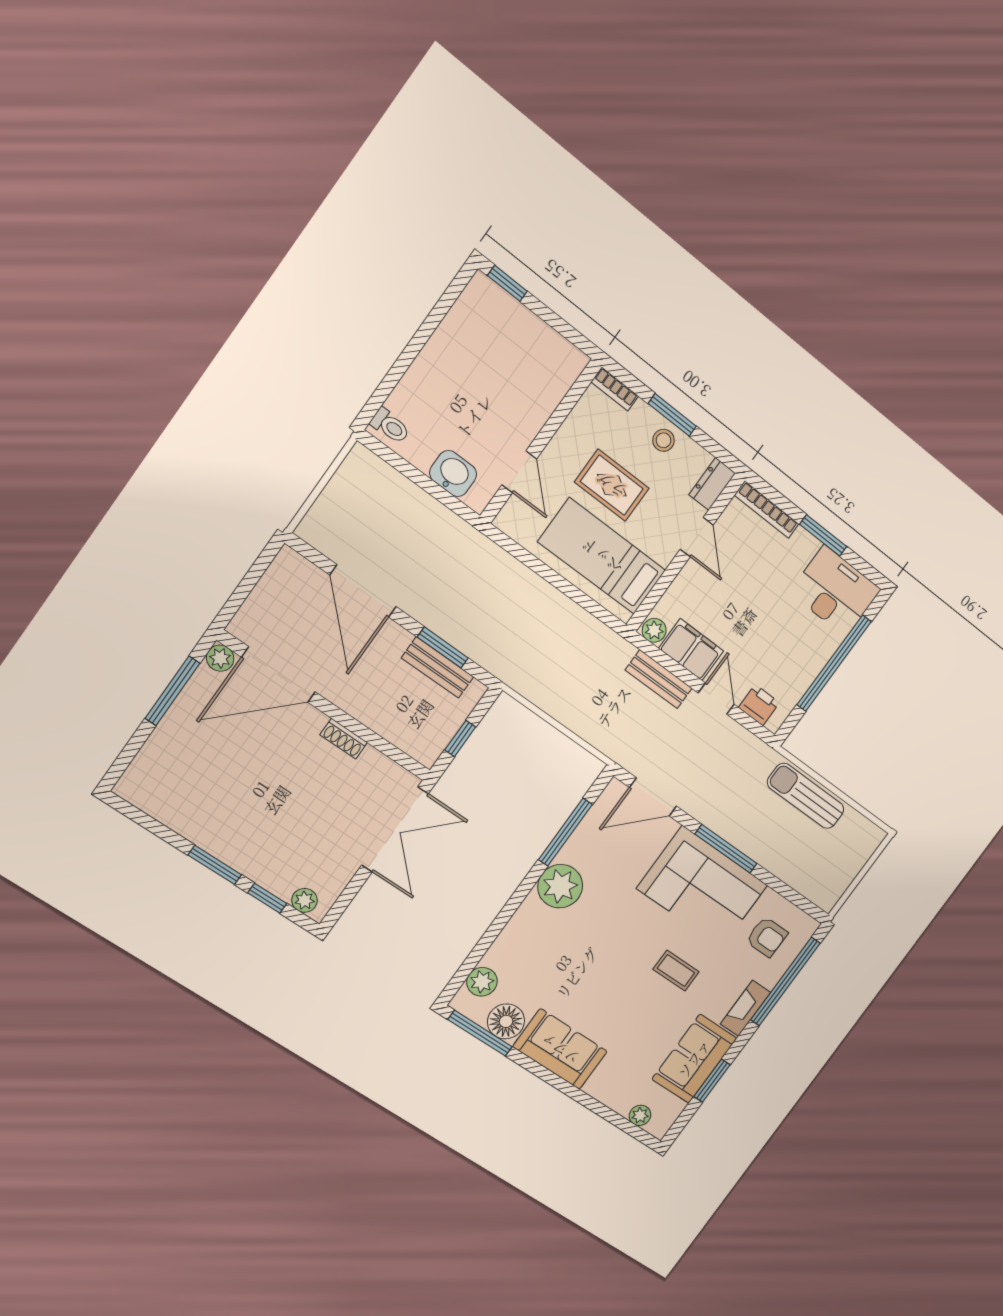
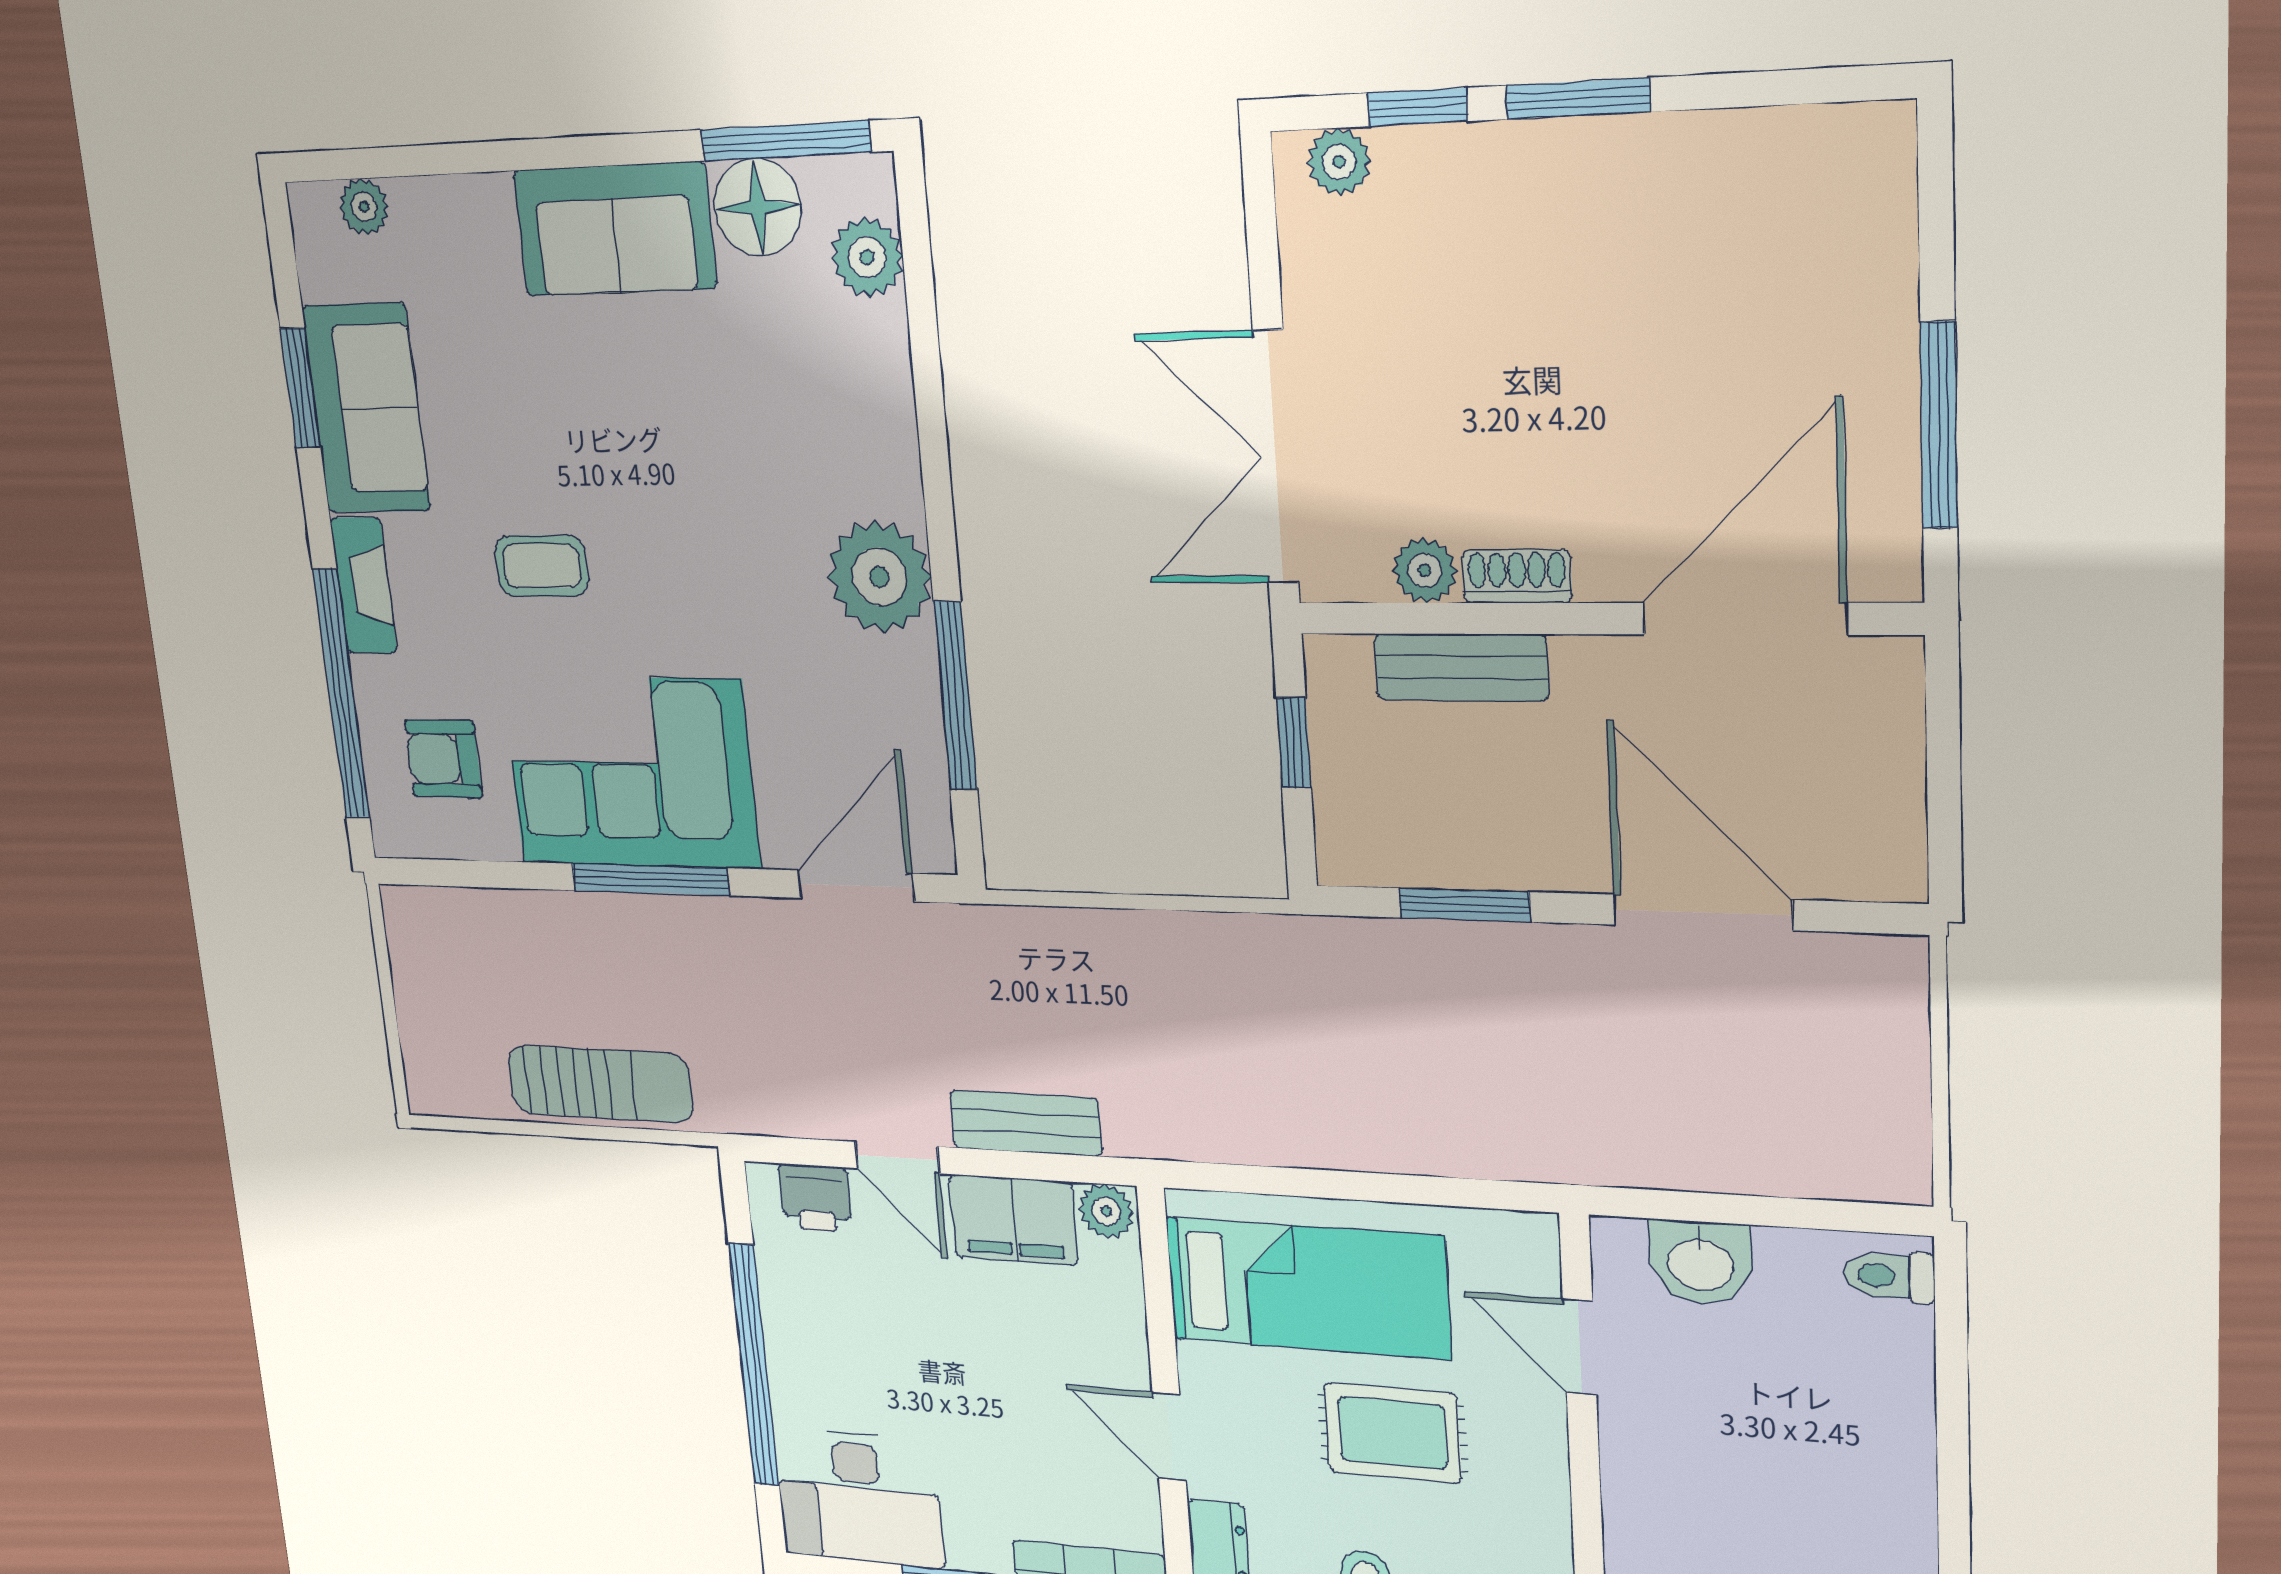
plant: (220, 658) -> (1425, 570), moved
bench: (438, 667) -> (1461, 667), moved

